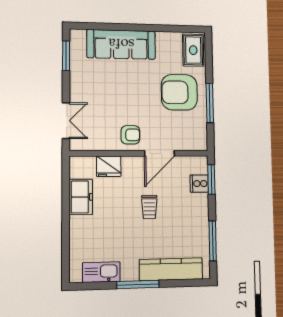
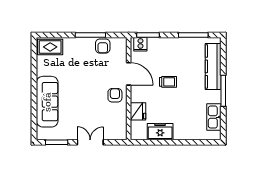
armchair: (179, 92) -> (103, 46), moved, width x0.53, depth x0.53
double door: (66, 121) -> (90, 142), moved
cooker: (199, 184) -> (140, 44), moved

